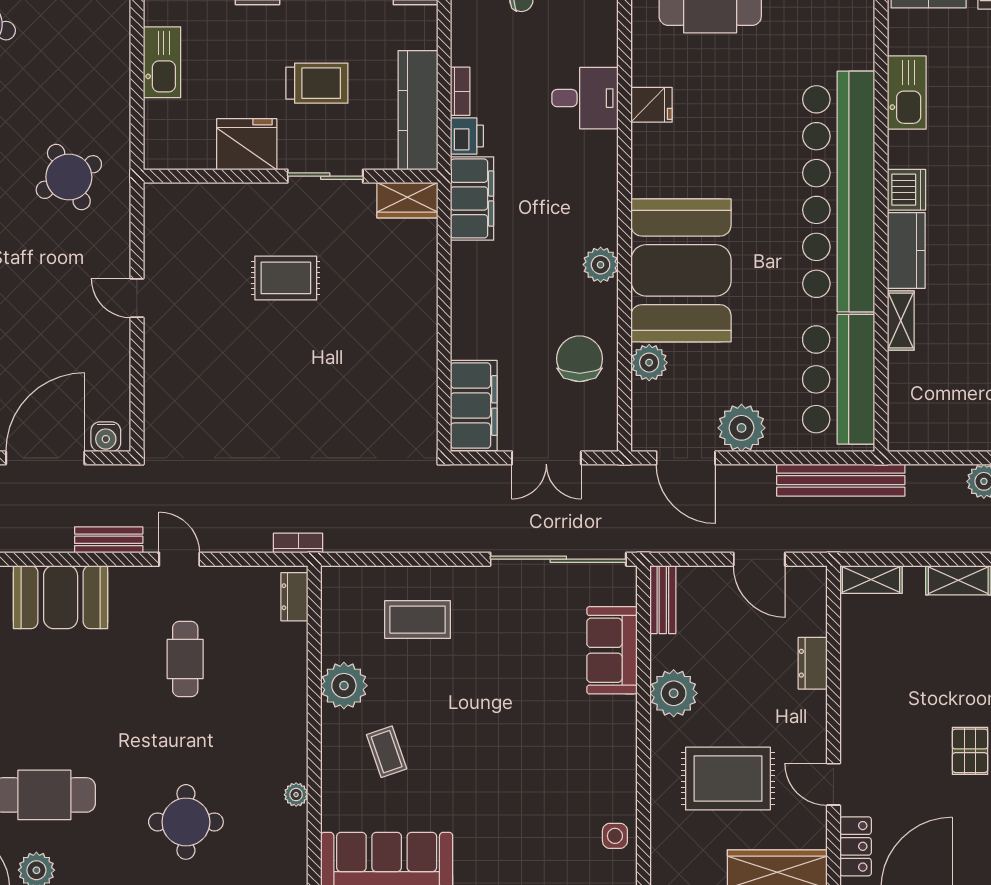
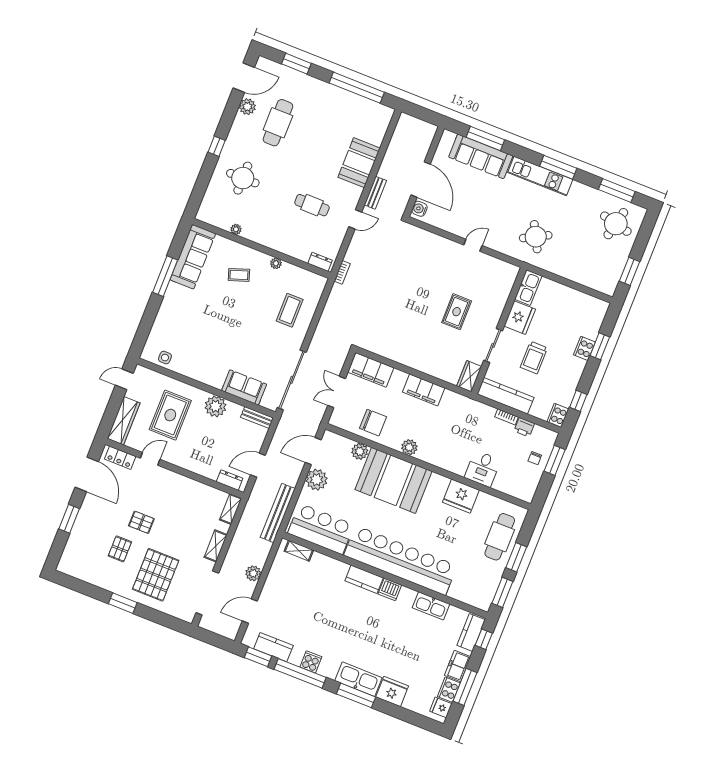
kitchen sink: (162, 62) -> (528, 288), moved, turned -90
fridge: (652, 105) -> (461, 496), width x1.88, depth x1.34
printer: (467, 136) -> (524, 427), moved
filing cabinet: (472, 198) -> (424, 390), moved
shelving: (901, 321) -> (299, 551), moved
dresser: (813, 663) -> (230, 480), moved
plant: (344, 686) -> (276, 263), width x0.53, depth x0.53

